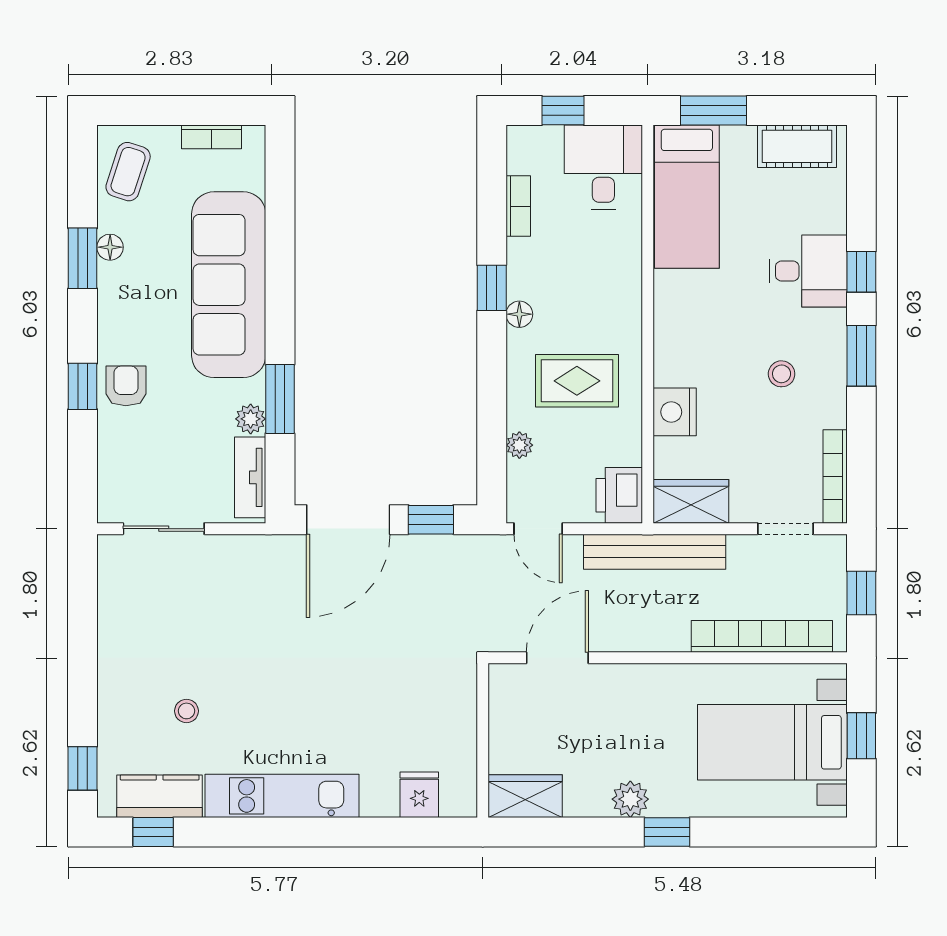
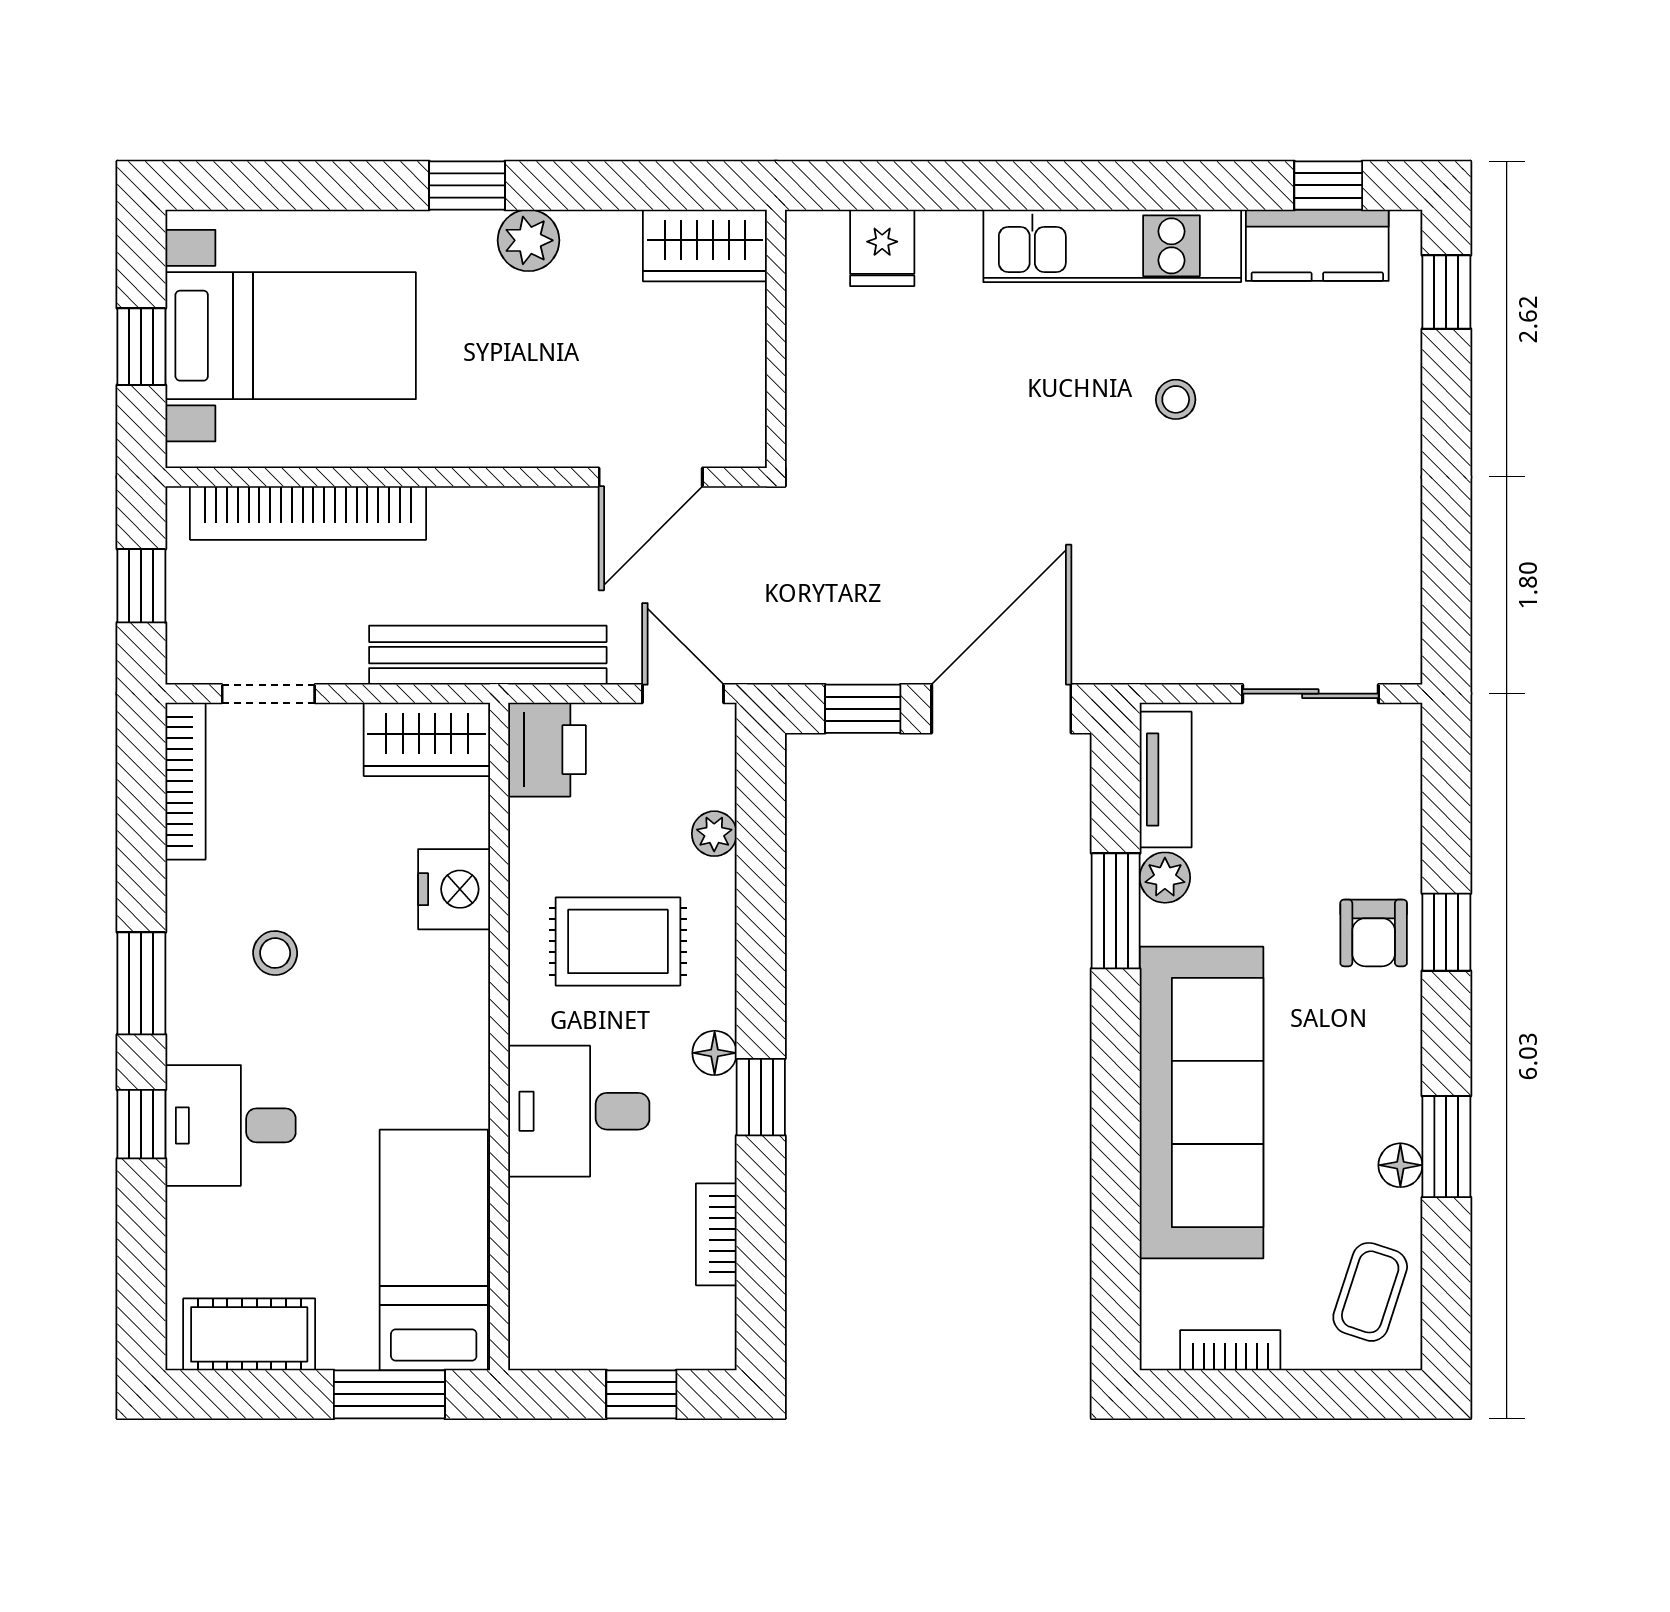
desk: (603, 167) -> (579, 1111), moved, turned 90
stool: (186, 711) -> (1176, 399), moved

